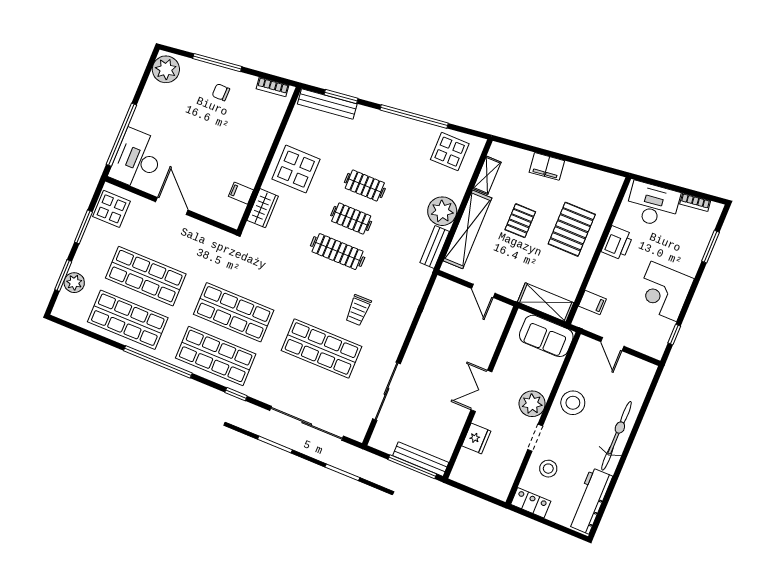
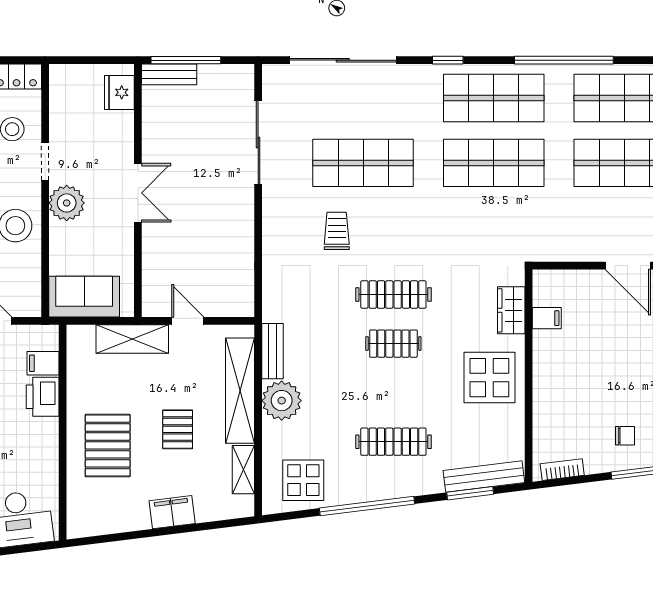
clothes rail: (365, 186) -> (393, 442), moved, width x1.36
printer: (617, 243) -> (43, 397), moved
shelving: (546, 302) -> (132, 339), moved
fridge: (476, 438) -> (119, 92), moved
bench: (421, 459) -> (169, 74), width x0.73

